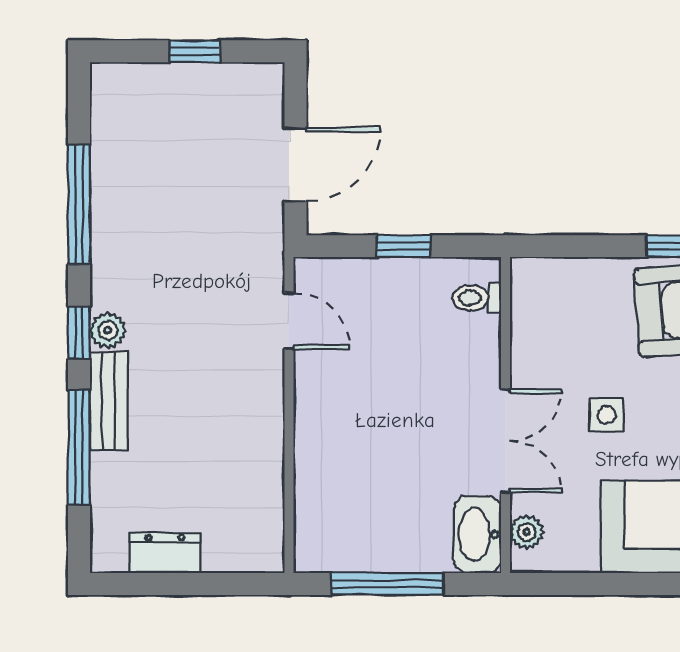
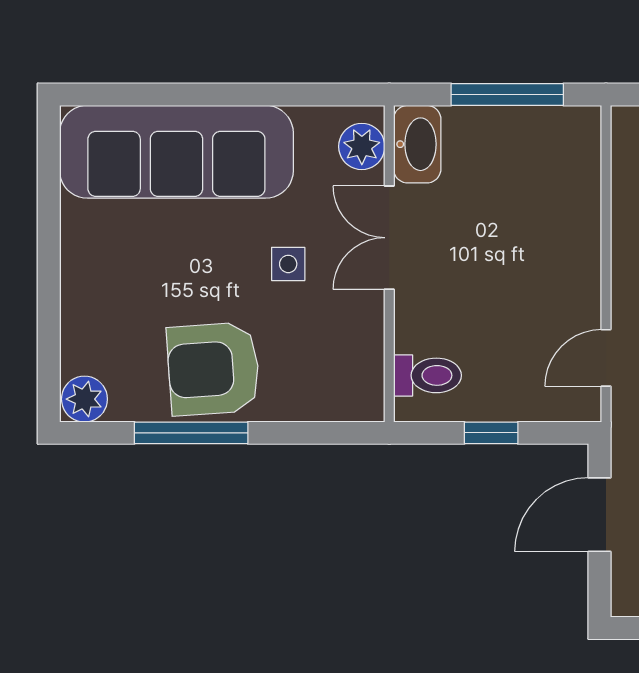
toilet: (477, 298) -> (427, 375), width x1.37, depth x1.39
door: (289, 321) -> (606, 358), hinge flipped
plant: (527, 532) -> (362, 146), width x1.38, depth x1.38

